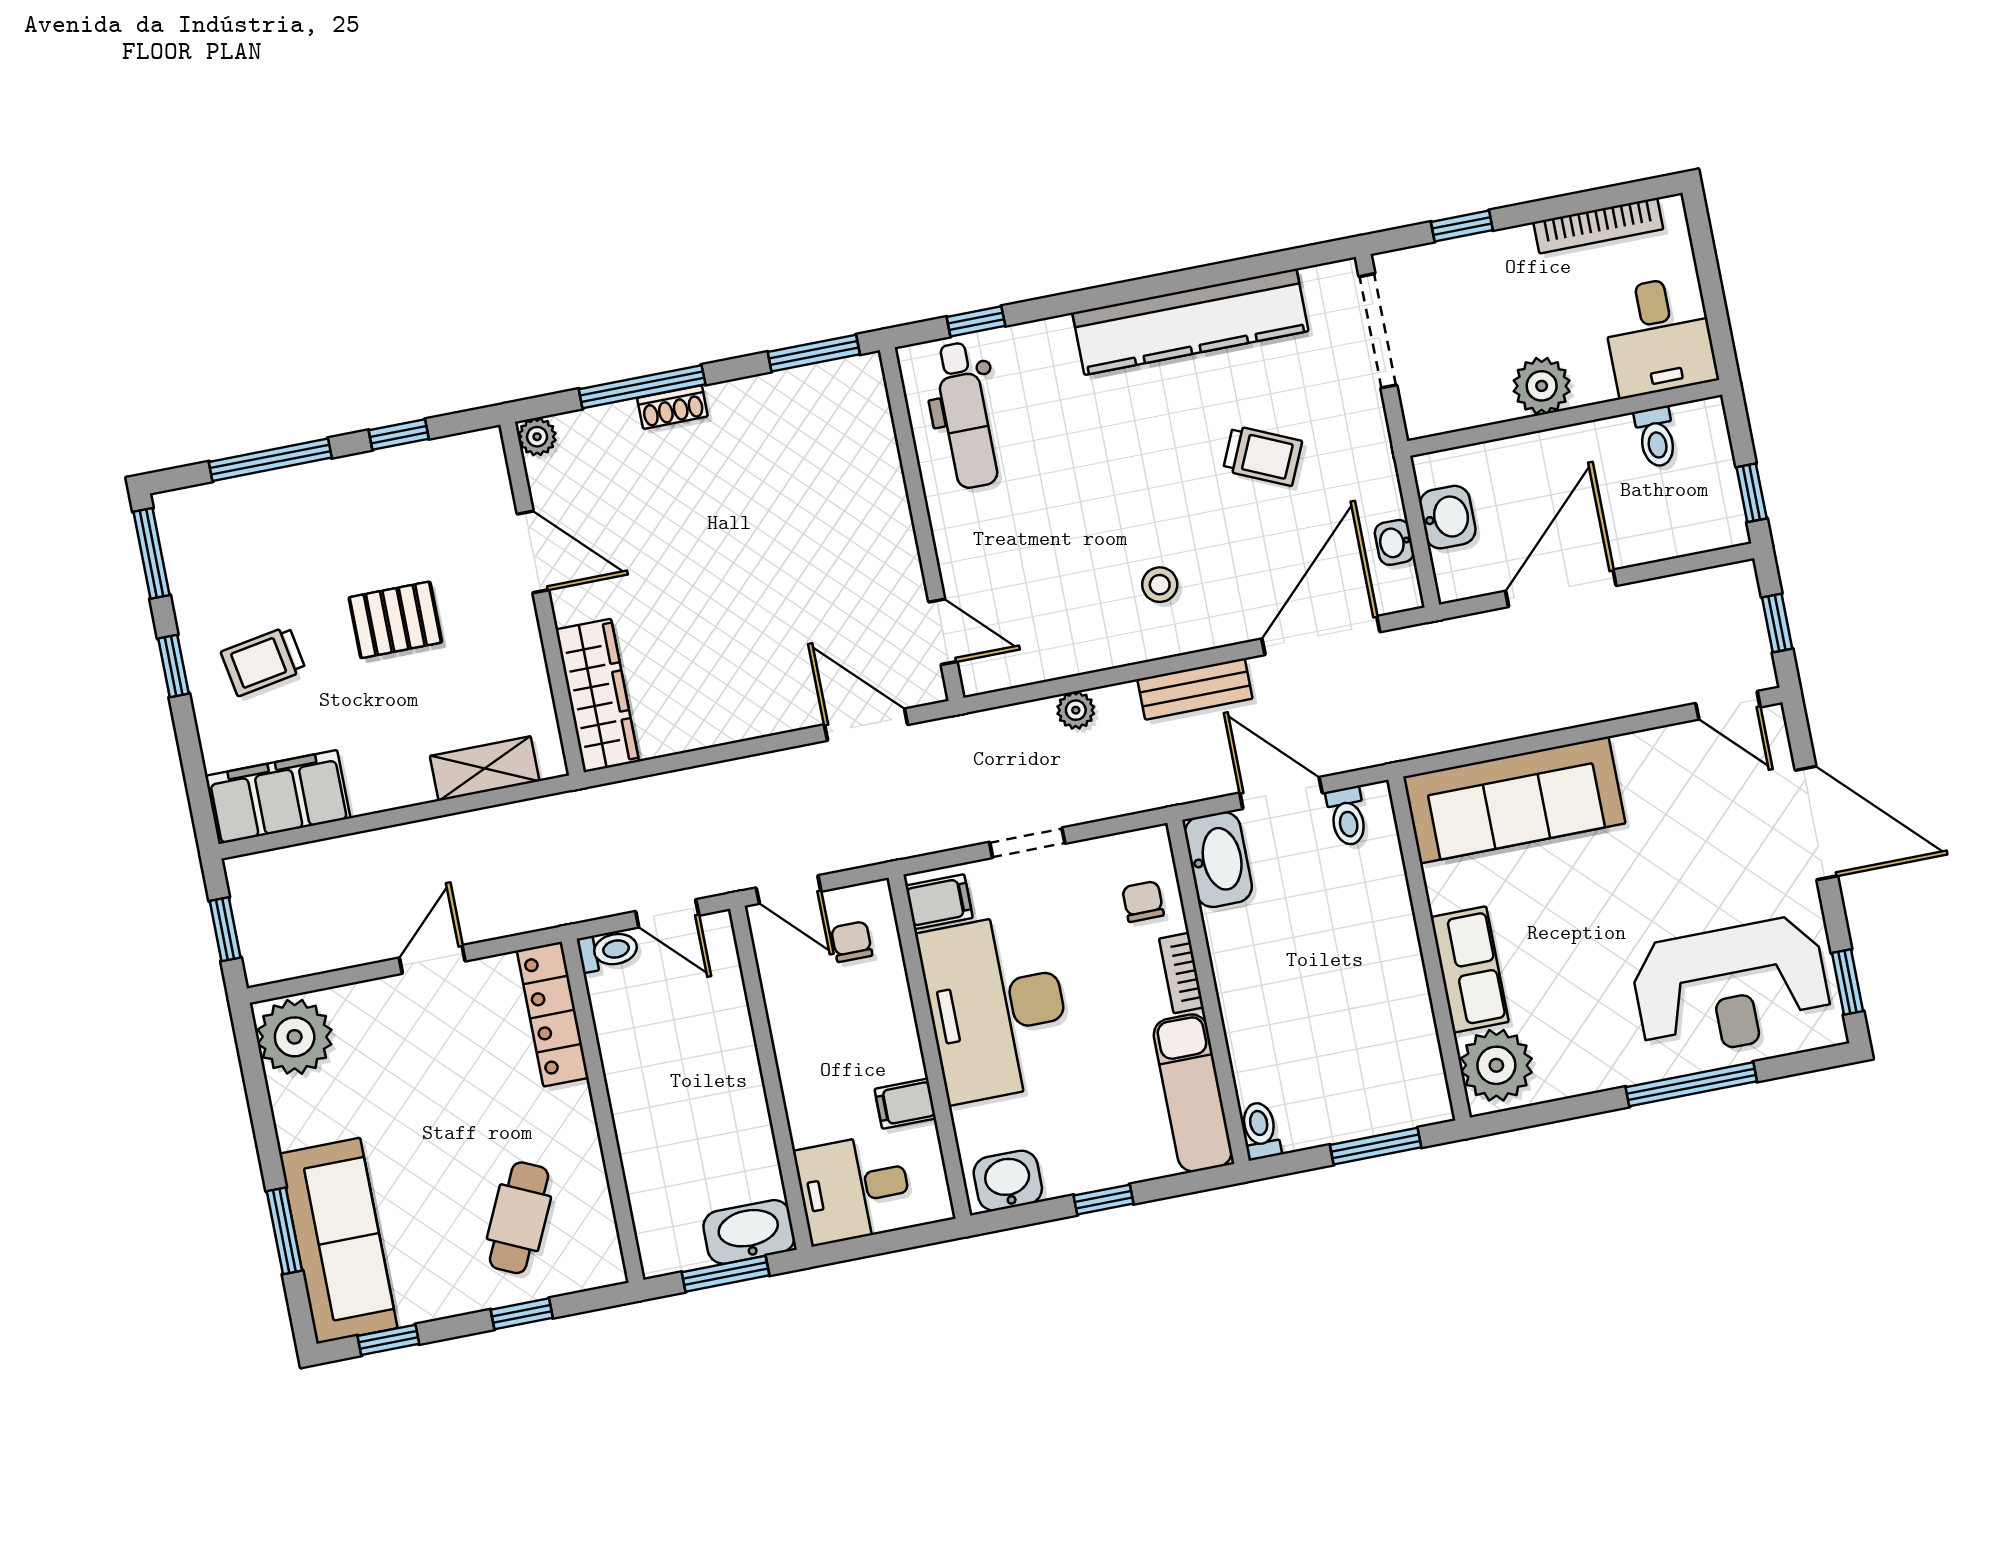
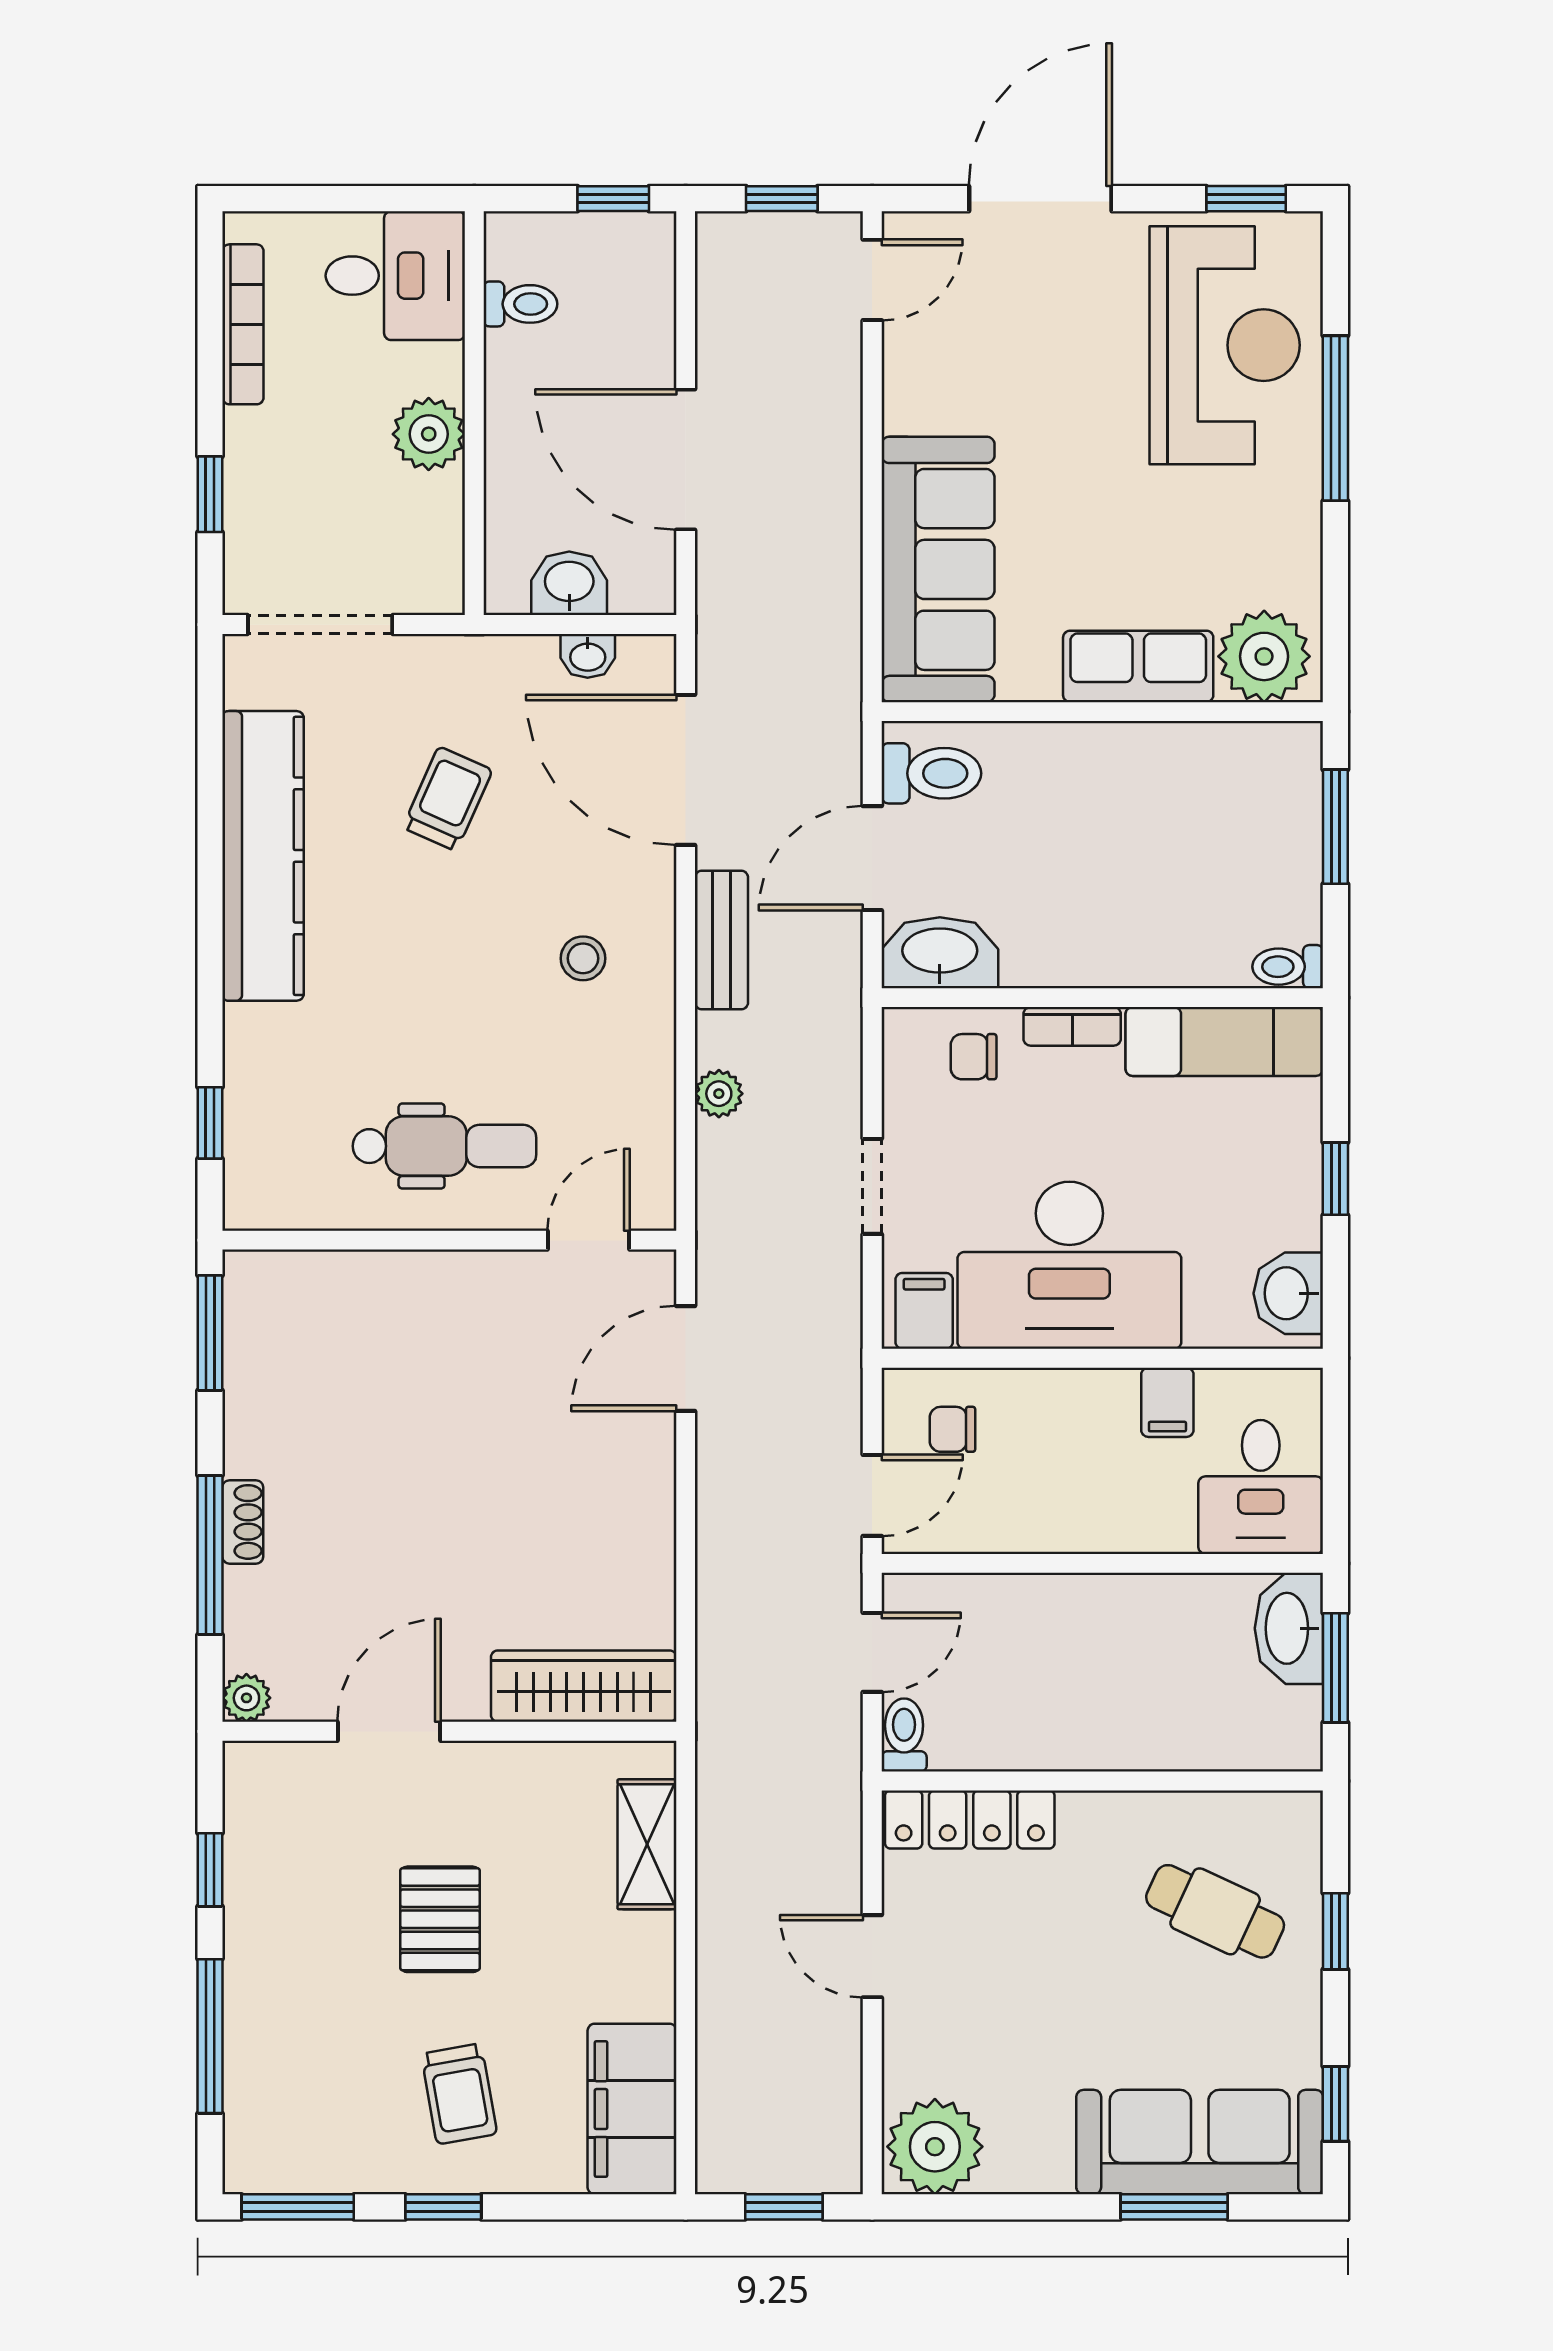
dental chair: (965, 415) -> (444, 1146), moved
toilet: (1347, 816) -> (931, 773), width x1.37, depth x1.39

